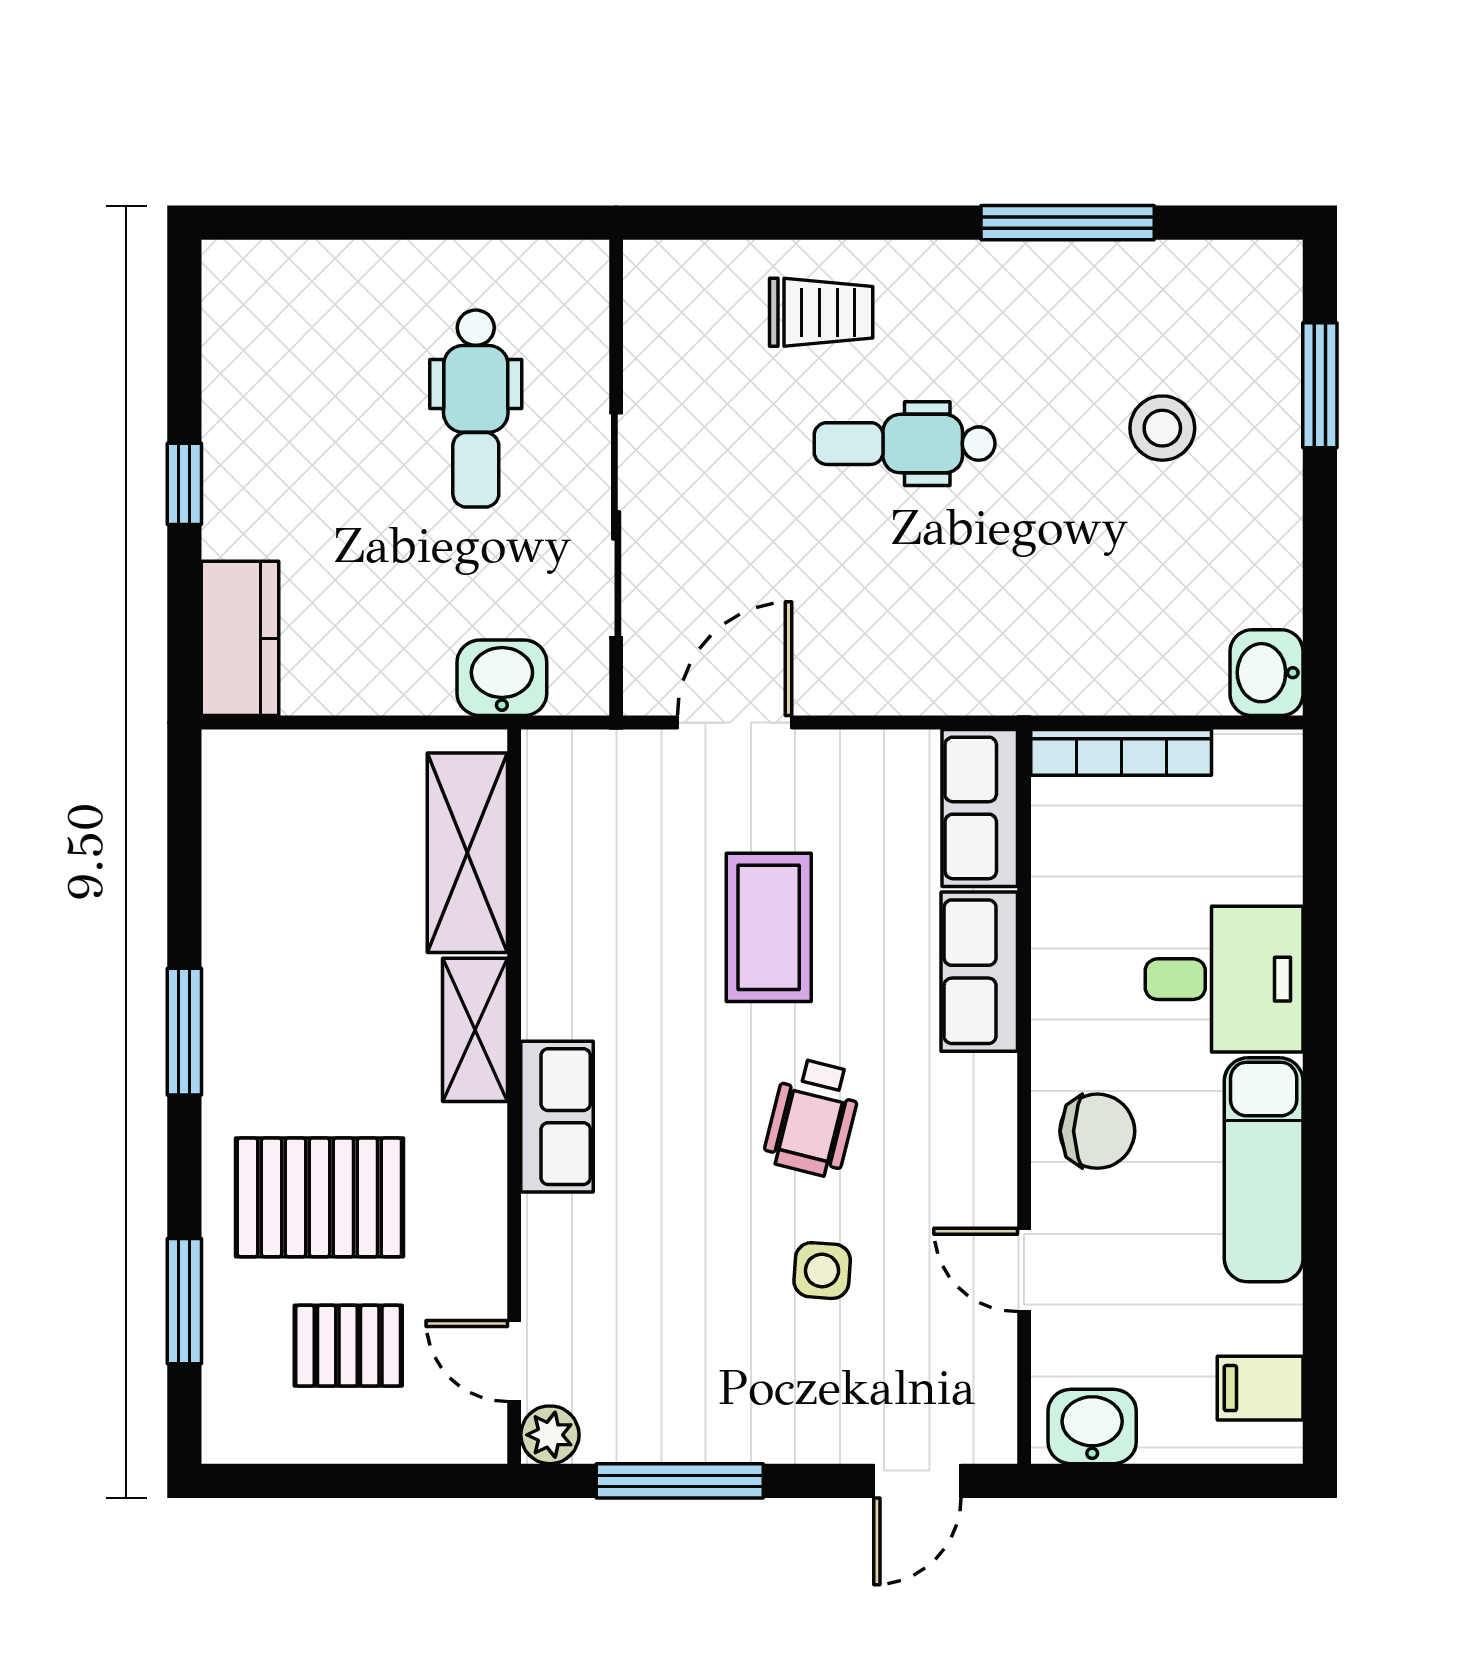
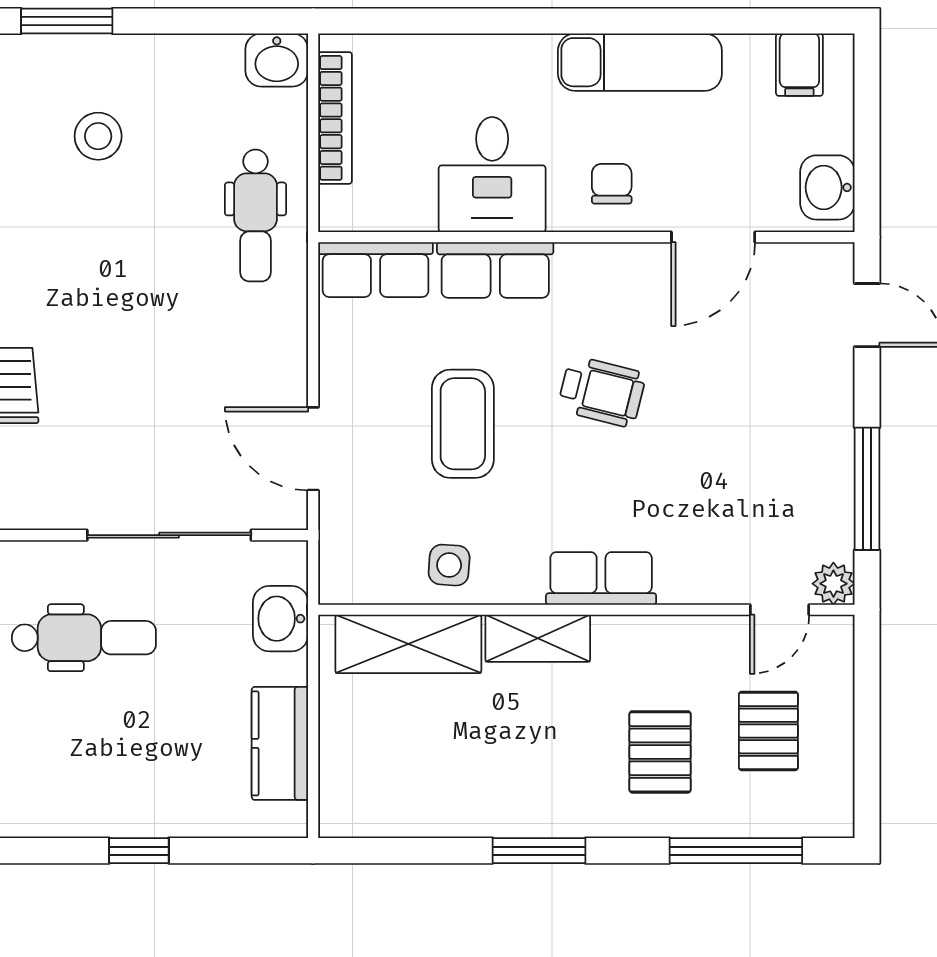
dental chair: (905, 444) -> (255, 215), moved
kitchen counter: (240, 638) -> (280, 743), moved, turned -90
bookcase: (1121, 752) -> (335, 118), moved
coffee table: (769, 927) -> (463, 424), turned 90
desk: (1224, 979) -> (492, 175), moved, turned 180
chair: (1097, 1131) -> (612, 184), width x0.73, depth x0.73
pallet: (319, 1197) -> (660, 752), width x0.67, depth x0.71
door: (1024, 1270) -> (713, 237), width x1.38
side table: (822, 1271) -> (449, 565), moved
window: (184, 1301) -> (736, 851), width x1.44

